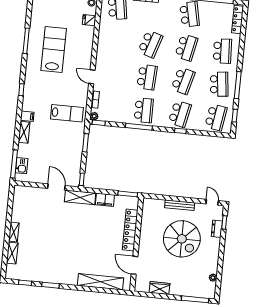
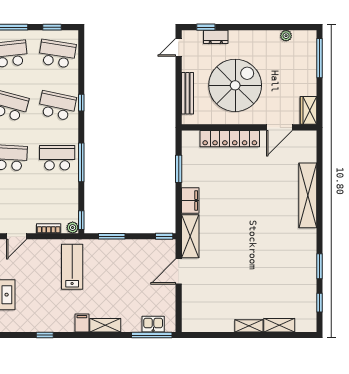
locker: (130, 230) -> (230, 139), moved
wall: (137, 244) -> (249, 127), moved
door: (135, 265) -> (279, 127), moved

